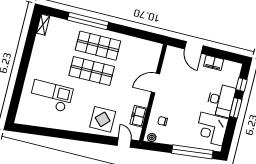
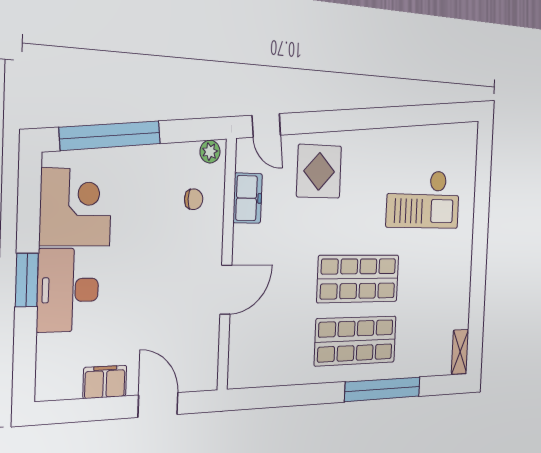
window: (241, 85) -> (25, 347), removed

